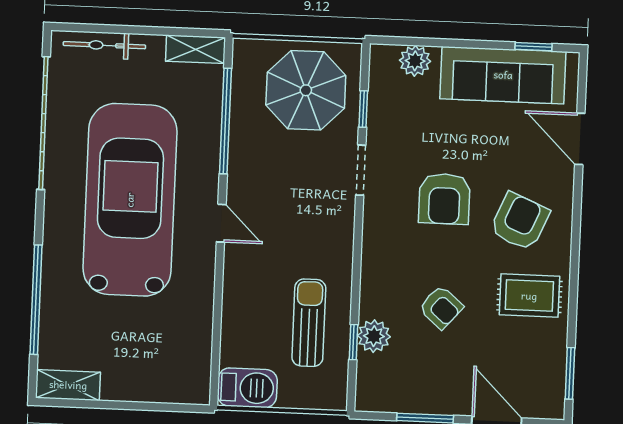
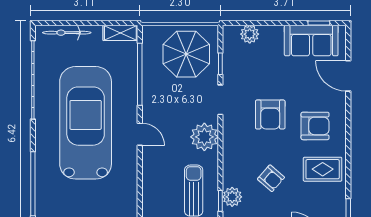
sofa: (503, 75) -> (311, 40), width x0.73
armchair: (520, 221) -> (315, 126), turned 67
plant: (331, 232) -> (204, 137), added

